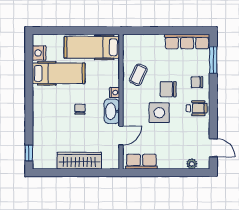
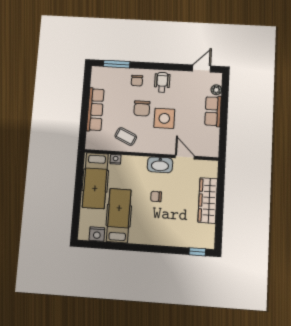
row of seats: (187, 42) -> (95, 110), moved
nightstand: (114, 93) -> (116, 159), moved
row of seats: (141, 162) -> (213, 111), moved

